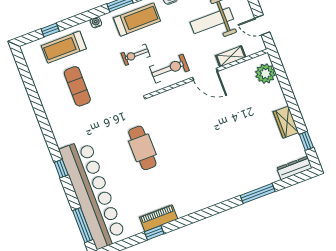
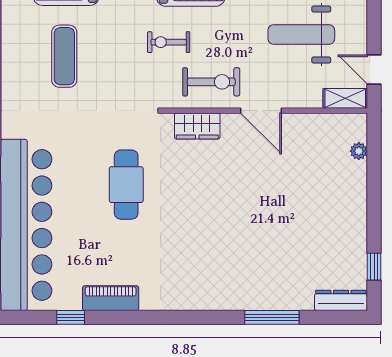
shelving: (231, 56) -> (345, 98), moved
plant: (265, 74) -> (359, 151), width x0.53, depth x0.53
wardrobe: (286, 122) -> (197, 126), moved, turned -90
window: (154, 233) -> (71, 317), moved

